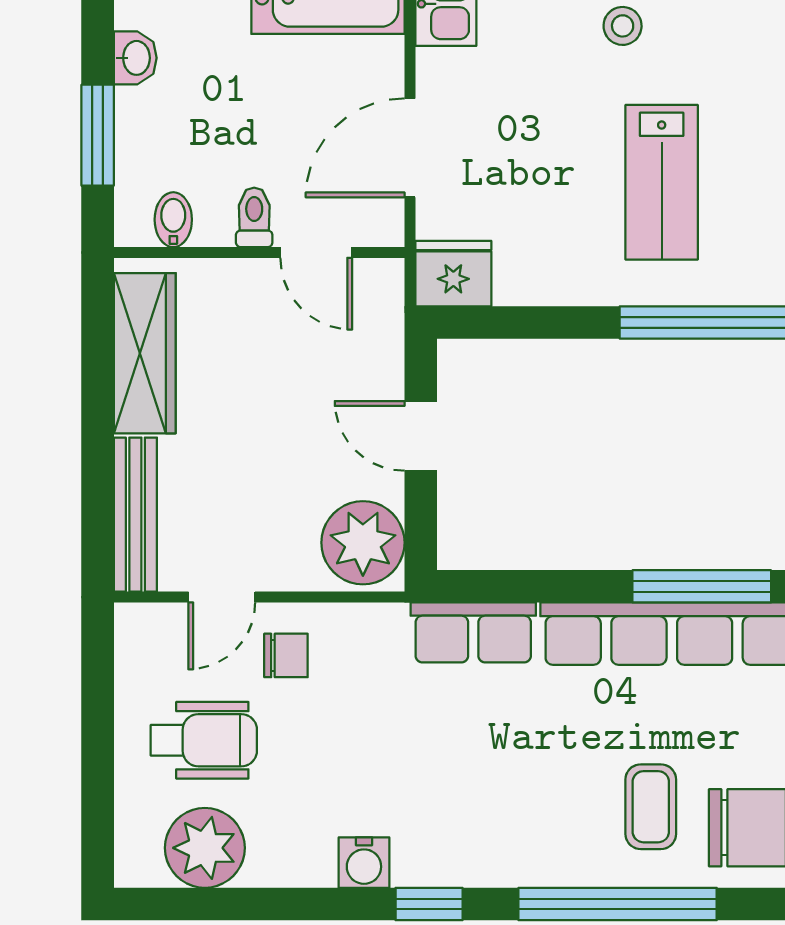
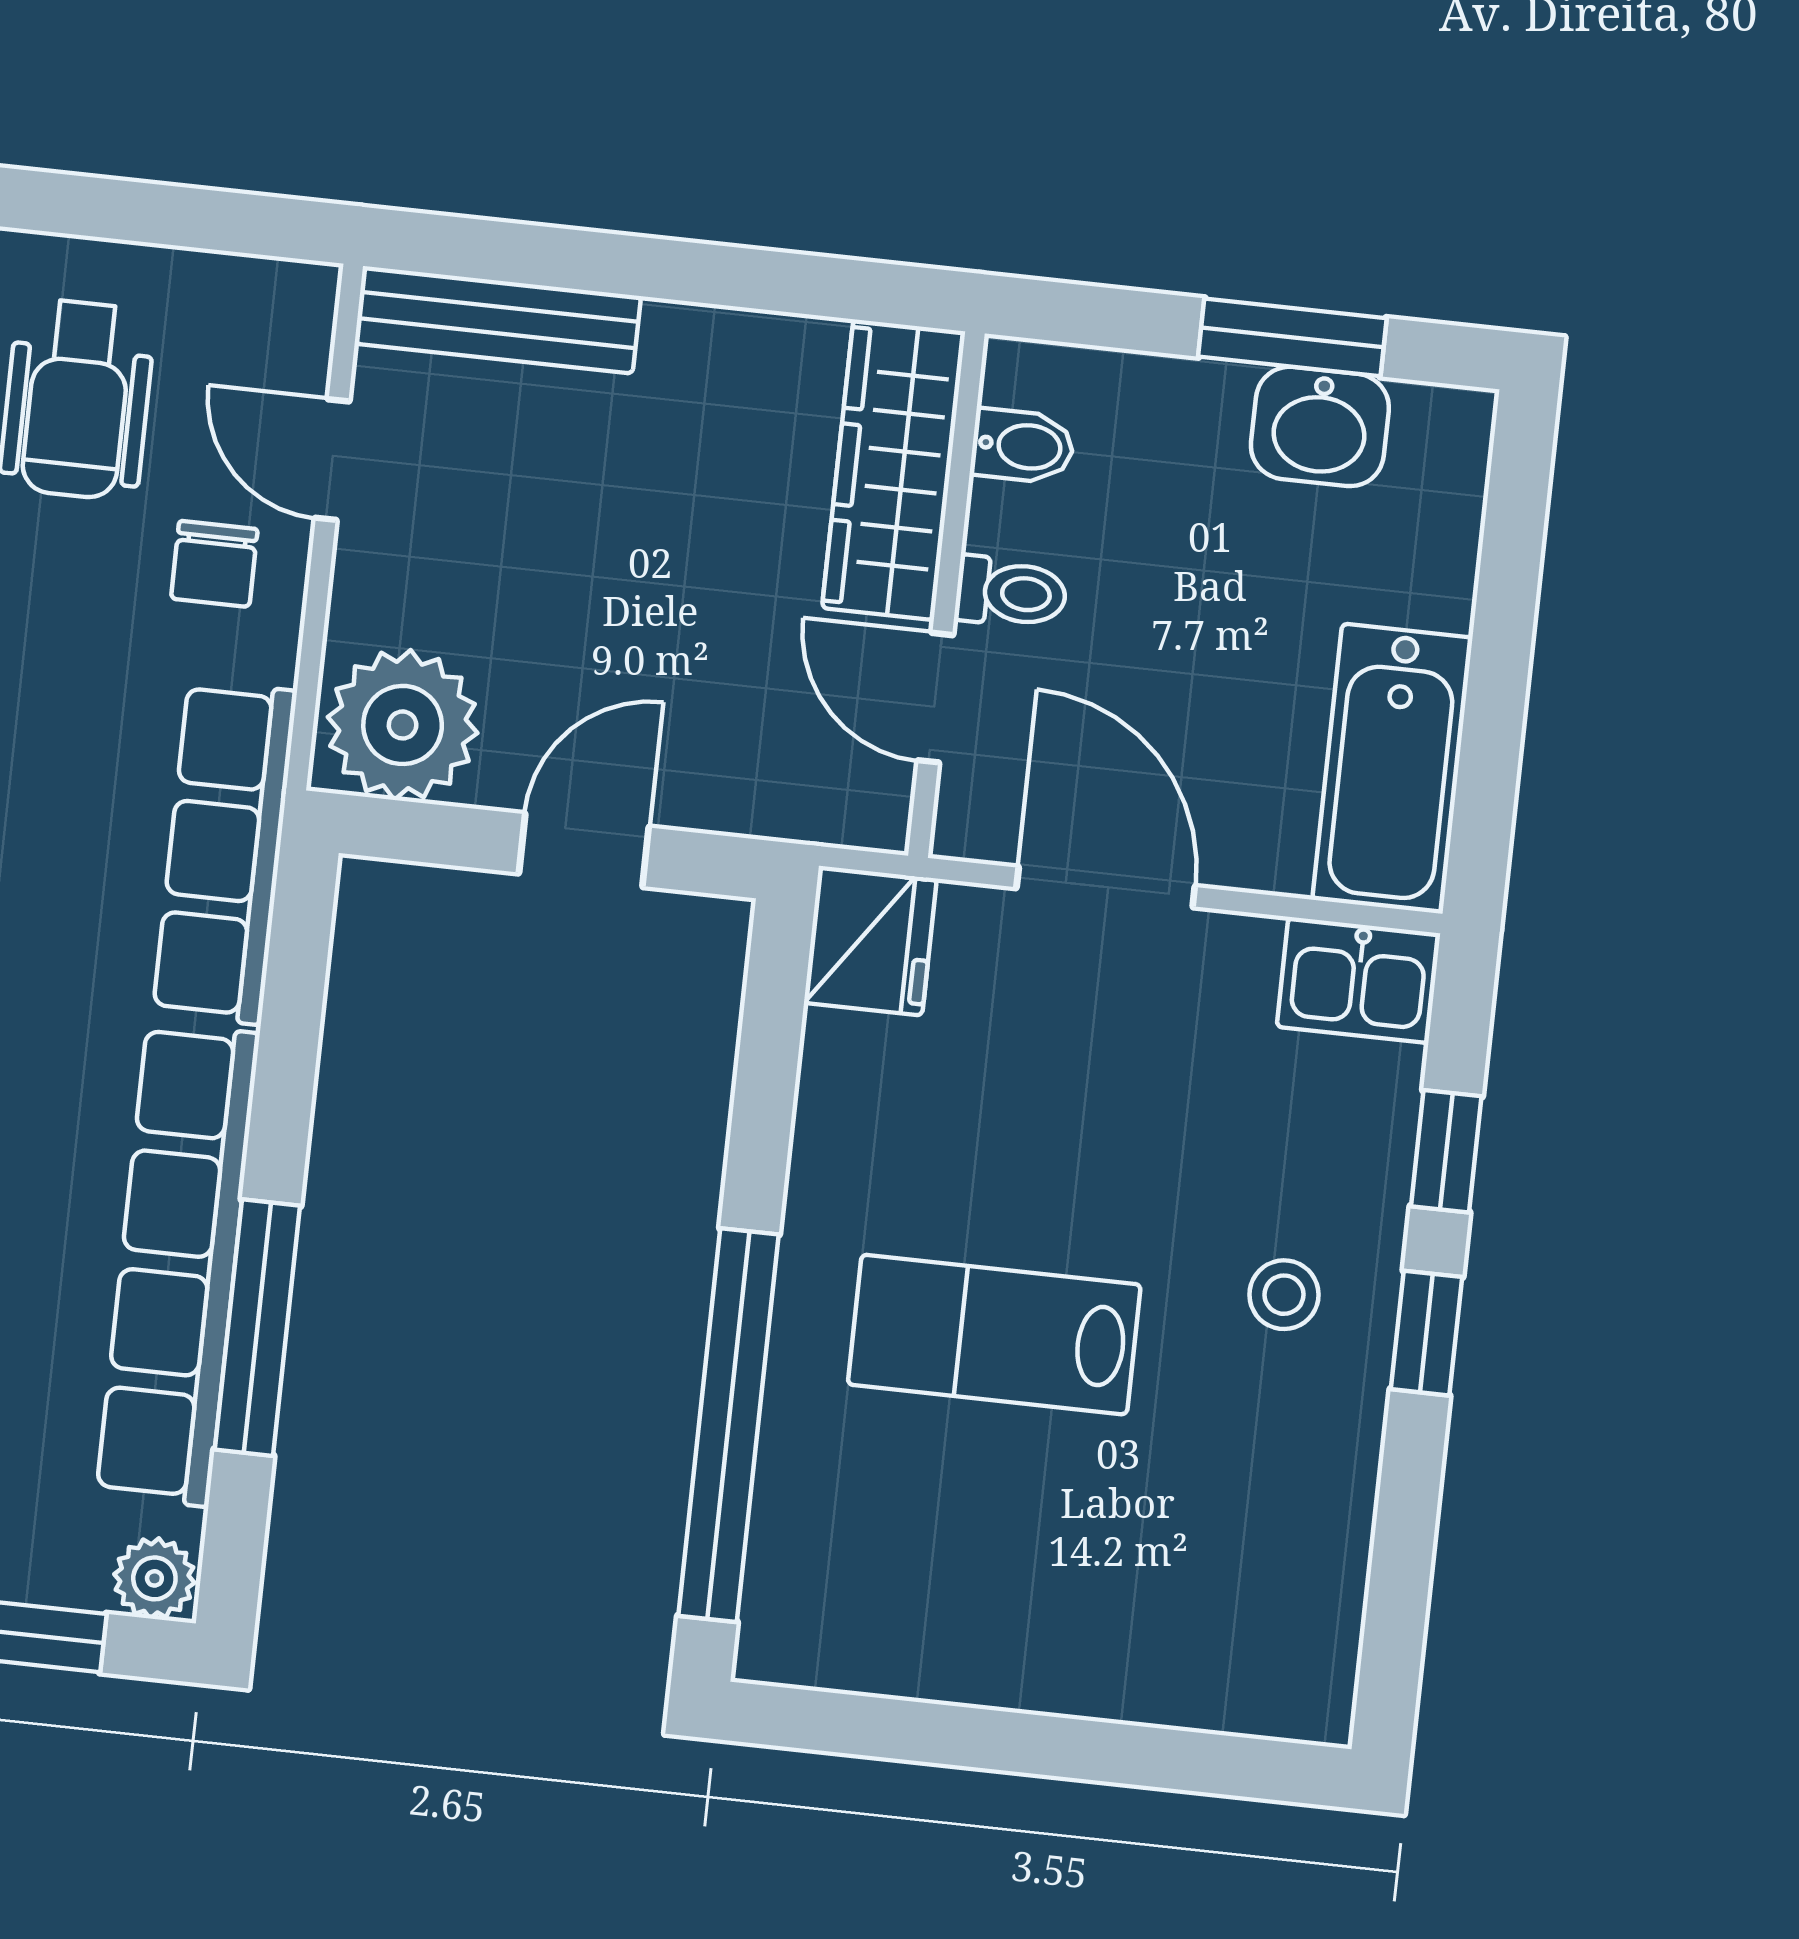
washbasin: (135, 58) -> (1320, 426), width x1.38, depth x1.45
window: (98, 135) -> (1292, 337), moved
door: (316, 252) -> (935, 698), hinge flipped
wardrobe: (145, 353) -> (894, 470), moved, turned 90
row of seats: (473, 632) -> (225, 852), width x1.48

